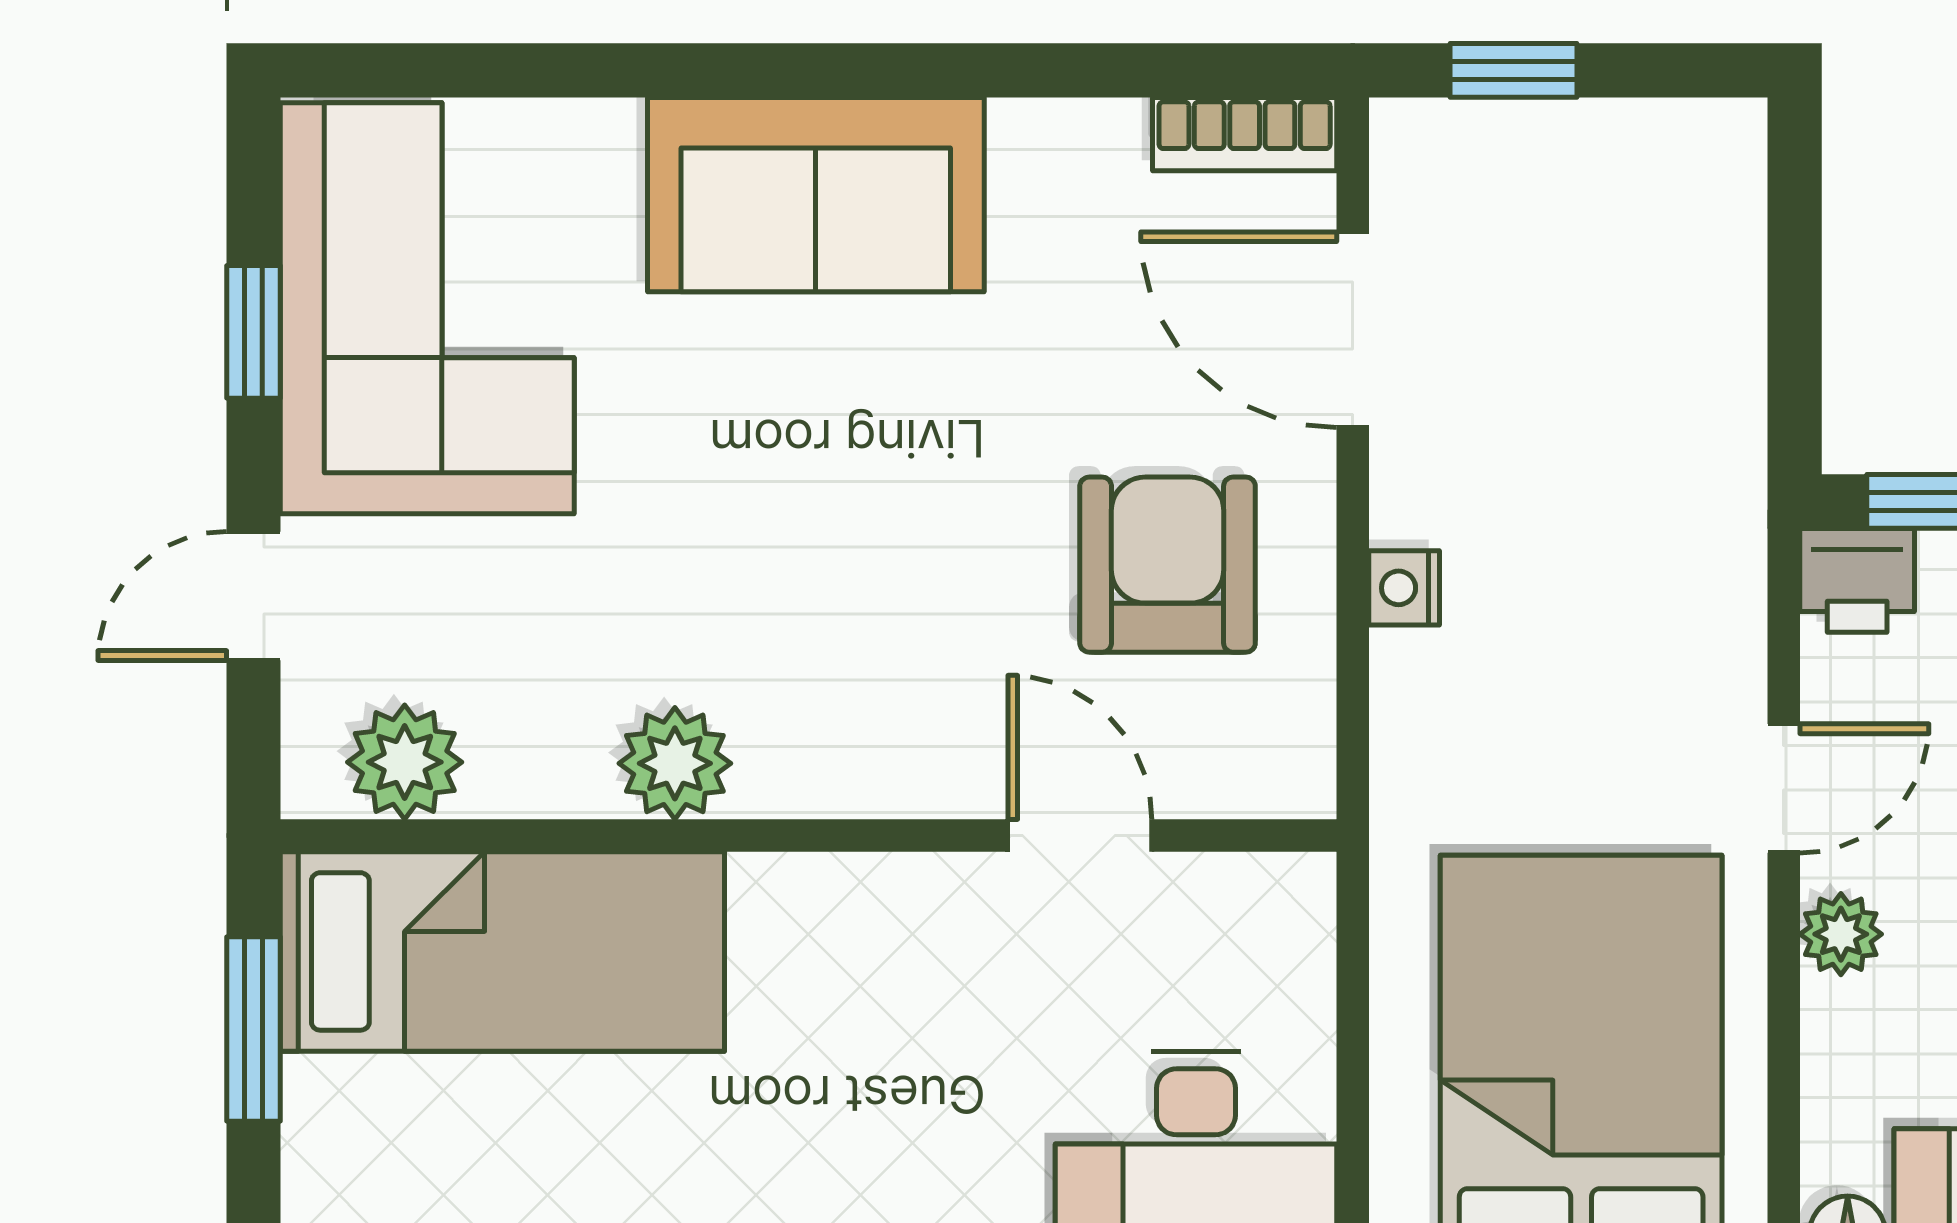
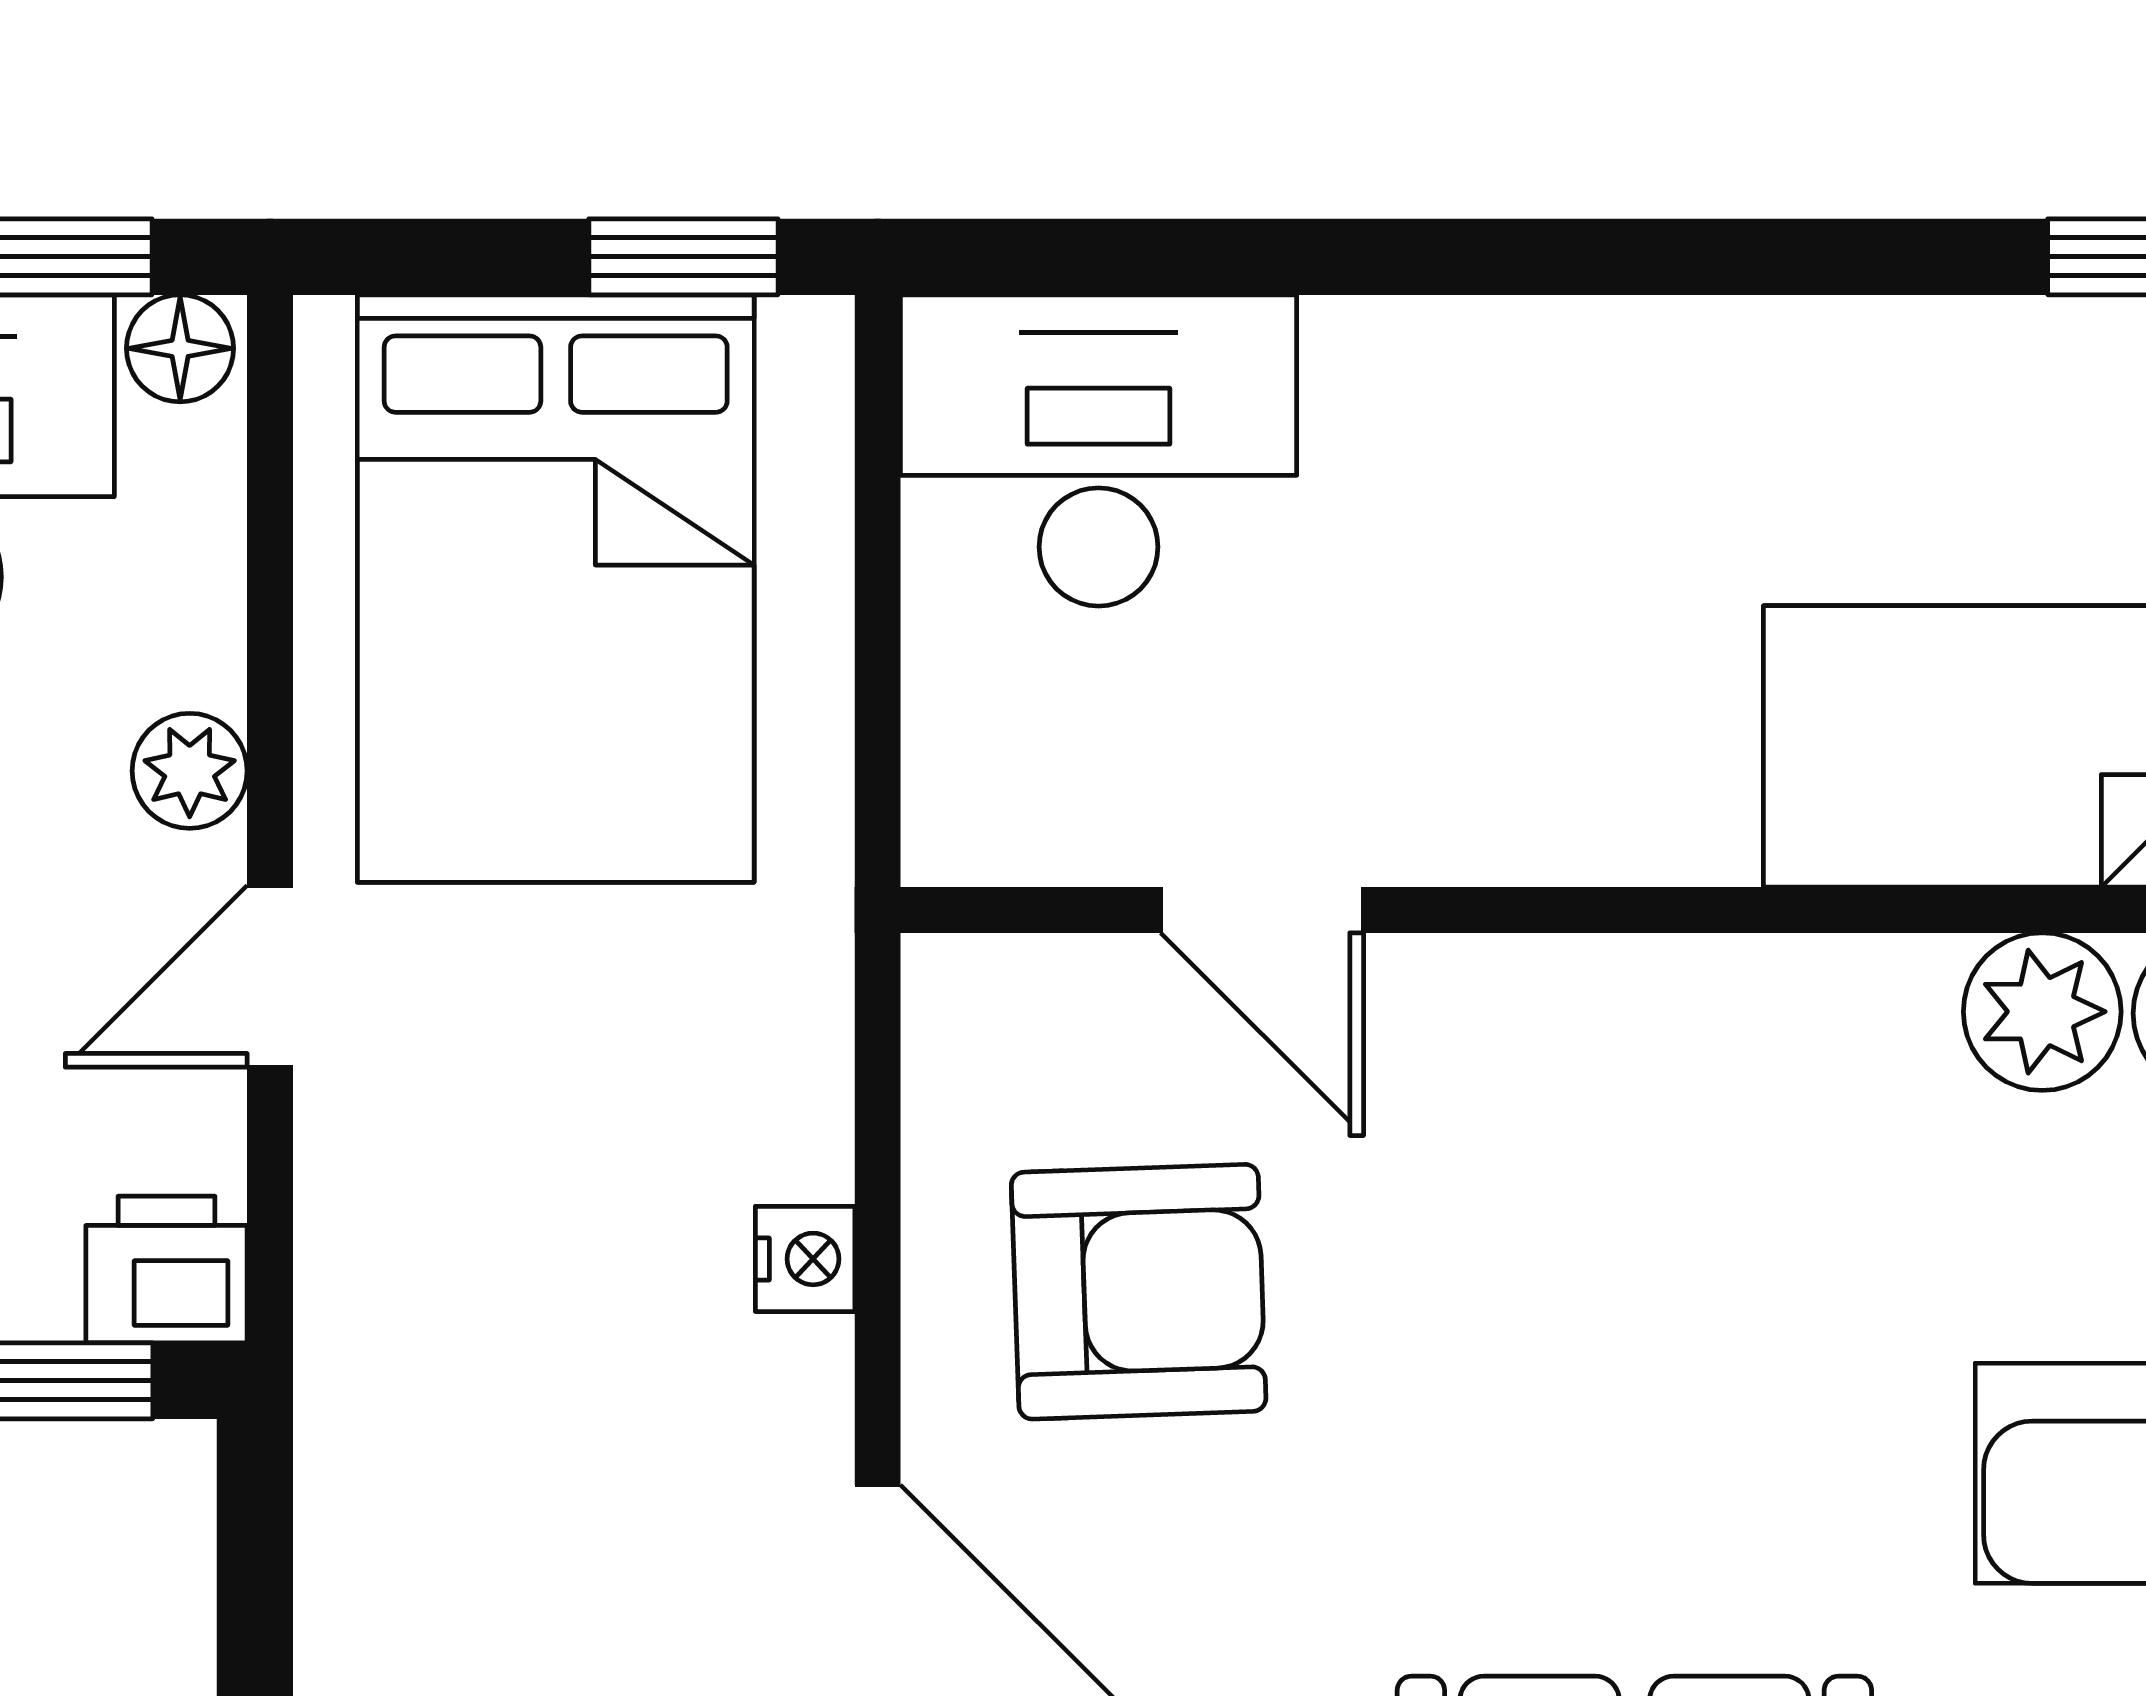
armchair: (1168, 565) -> (1139, 1292), turned -92
plant: (675, 763) -> (2042, 1012), moved

